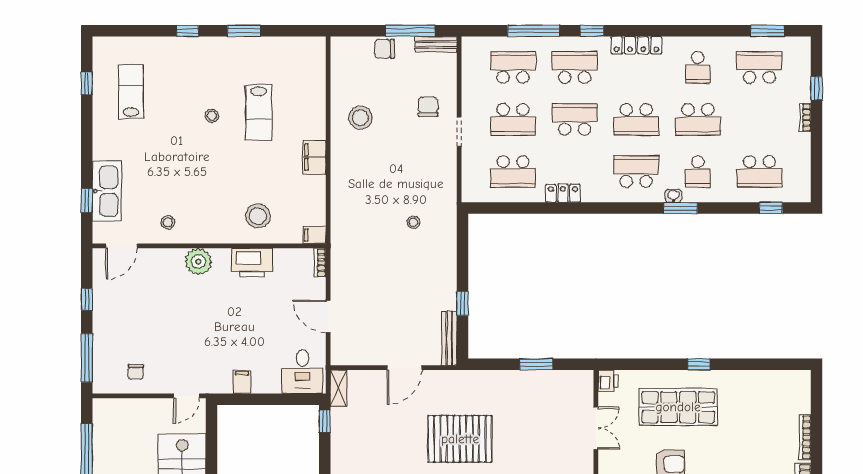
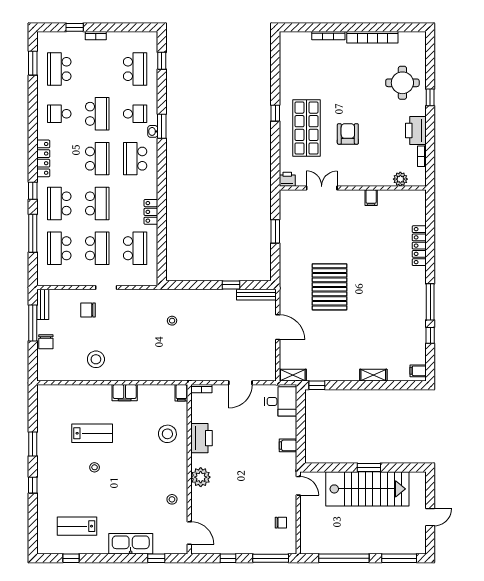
school desk: (698, 67) -> (59, 114), turned 180
school desk: (575, 119) -> (97, 203), turned 180
kitchen sink: (107, 191) -> (131, 544), moved

